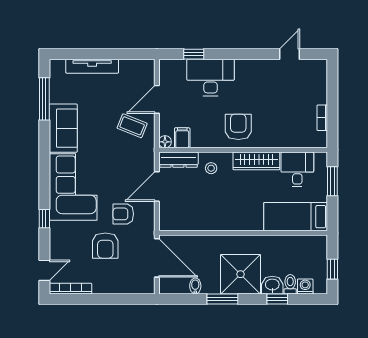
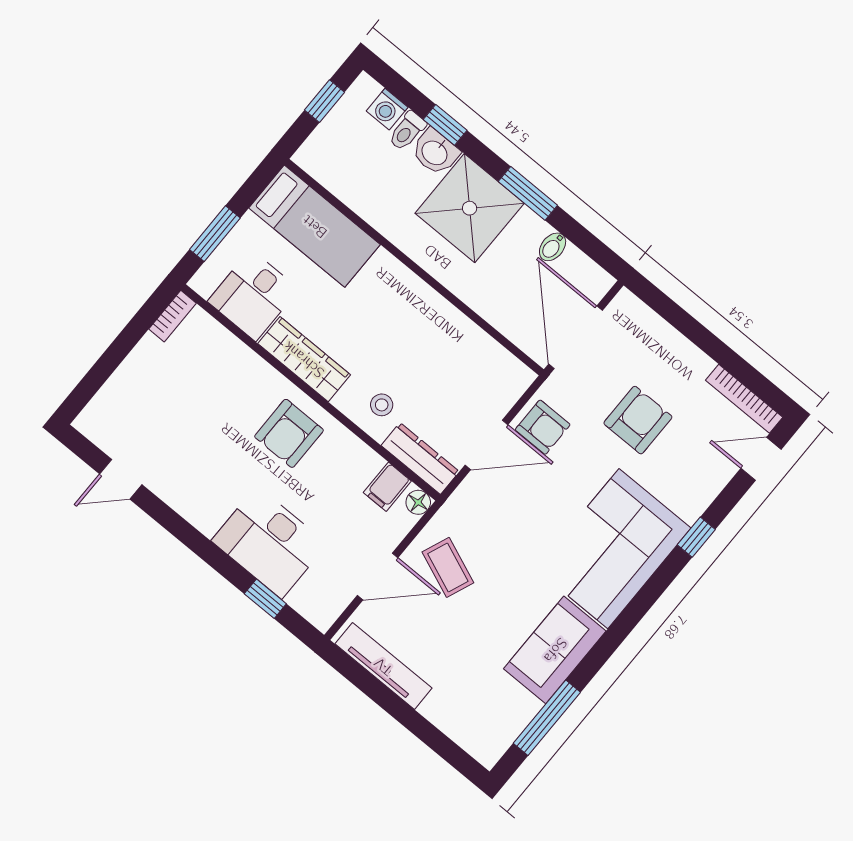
tv unit: (92, 66) -> (384, 666), moved
bookcase: (322, 118) -> (172, 316), moved
armchair: (123, 214) -> (543, 427), moved

